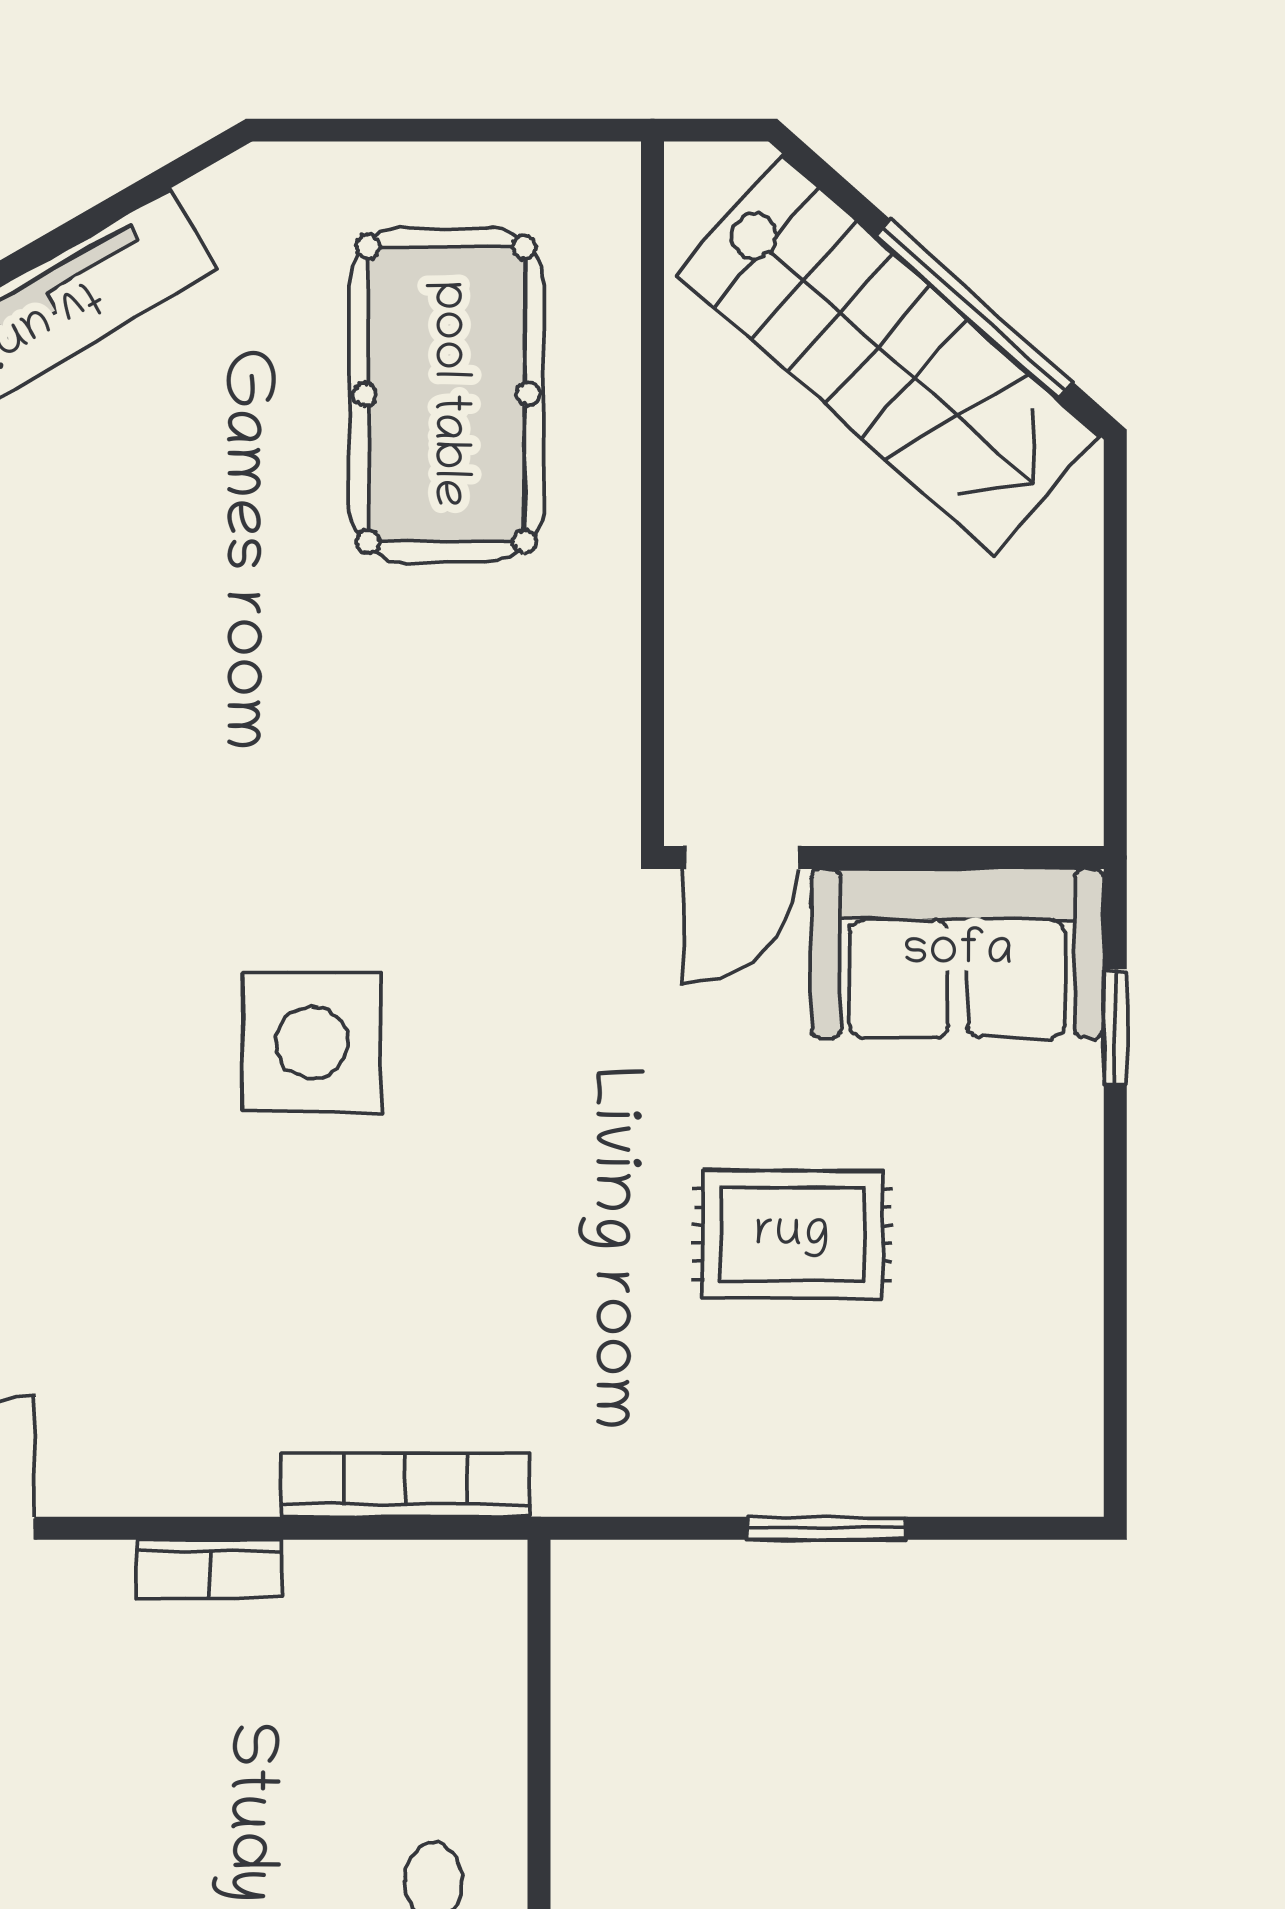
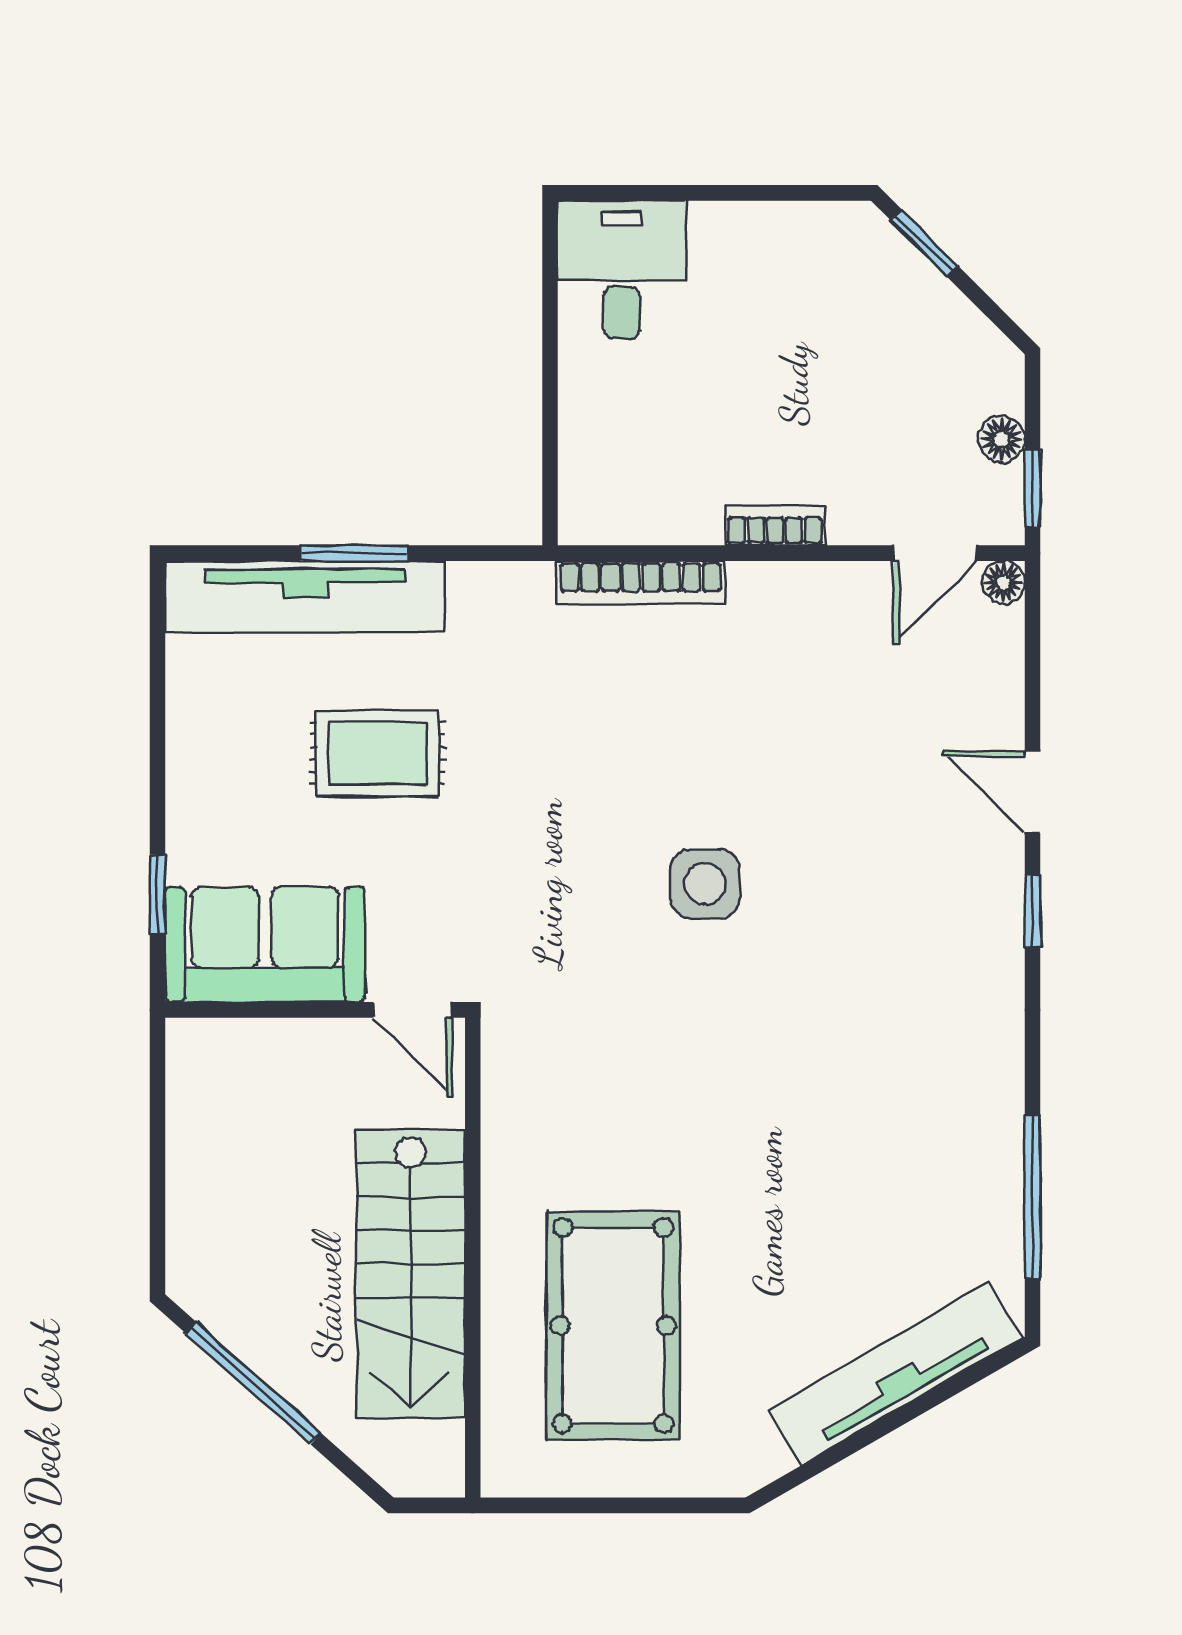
stairs: (888, 354) -> (411, 1274), moved, turned -132
door: (741, 858) -> (412, 1010), swing flipped
side table: (312, 1043) -> (705, 884), width x0.73, depth x0.73
tv unit: (899, 1464) -> (305, 597), added

